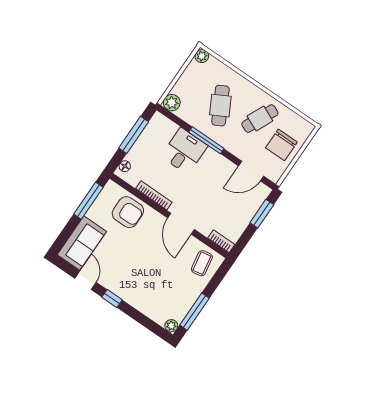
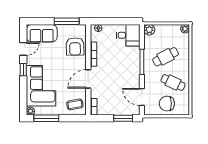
window: (134, 135) -> (118, 21), removed
desk: (184, 151) -> (128, 35), moved
corner sofa: (148, 290) -> (41, 86), added

